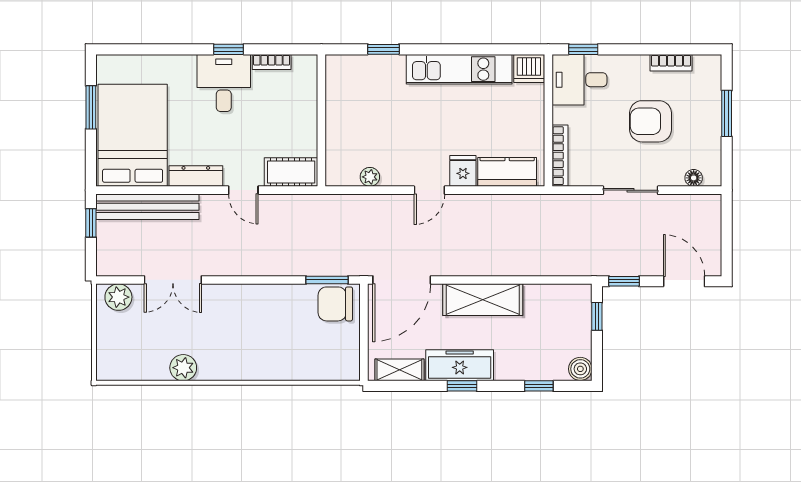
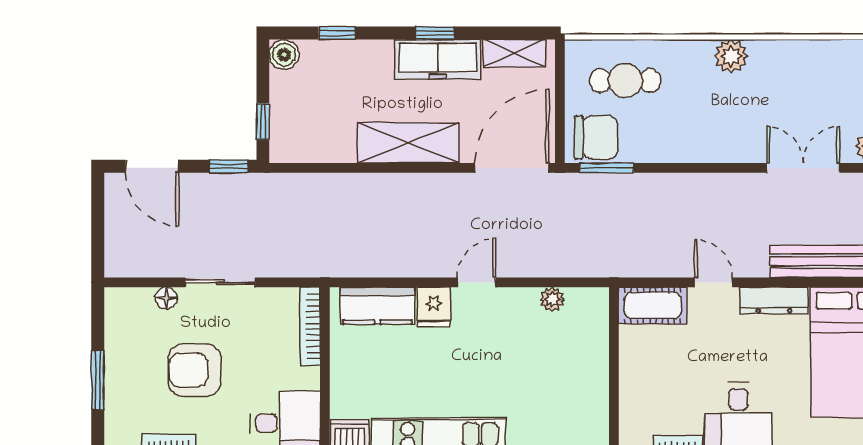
armchair: (650, 121) -> (195, 370), turned 180
floor lamp: (694, 178) -> (166, 298), moved
cafe table: (313, 349) -> (625, 80), added
plant: (183, 368) -> (731, 56), moved

